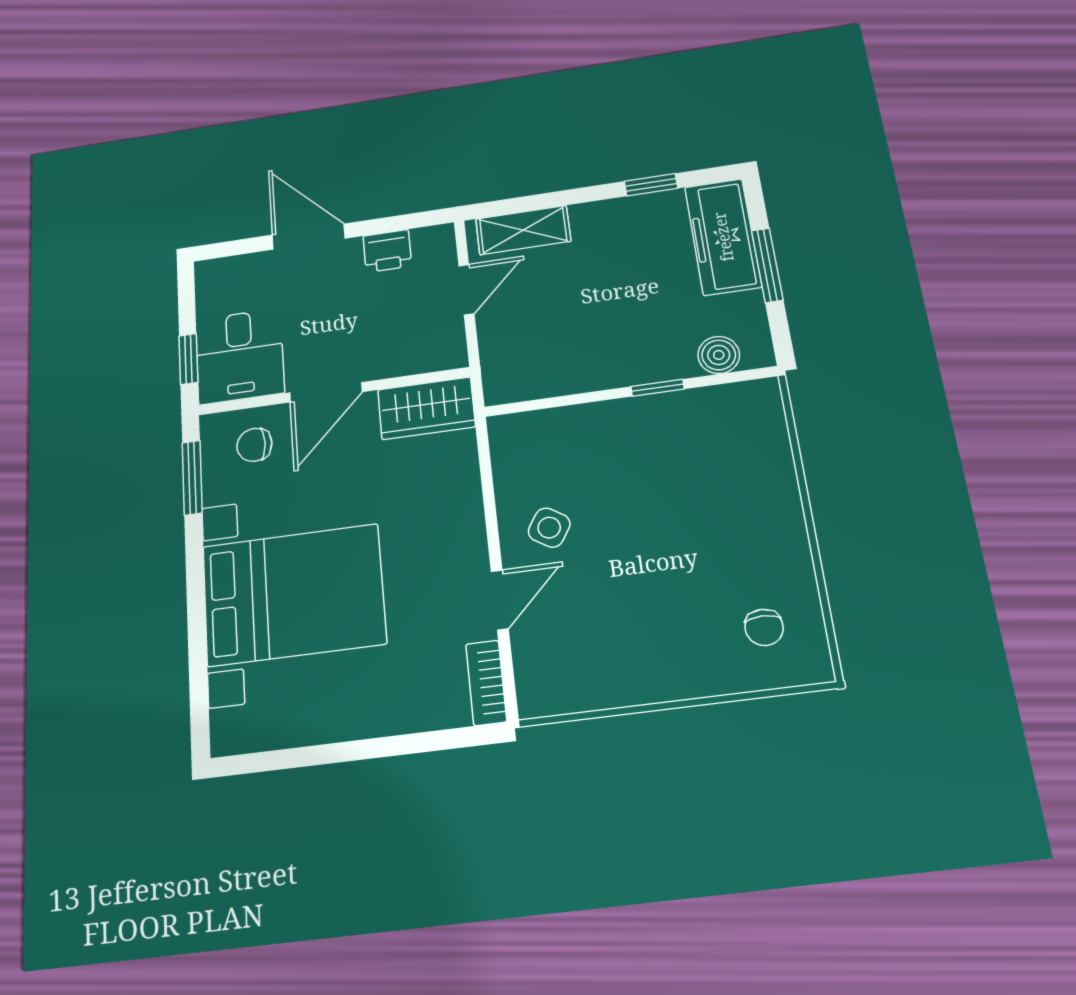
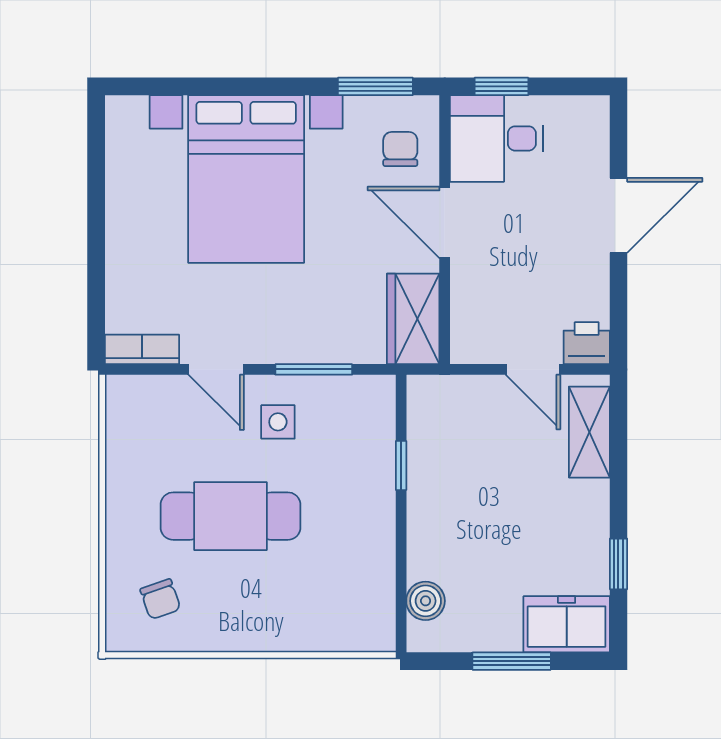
freezer: (723, 237) -> (567, 624), width x0.71
printer: (387, 251) -> (587, 343), moved, turned 90
window: (657, 388) -> (401, 466), moved
window: (489, 499) -> (314, 369), added
side table: (549, 528) -> (278, 422), turned -32
cafe table: (659, 564) -> (231, 516), added
chair: (764, 627) -> (160, 599), turned -109

